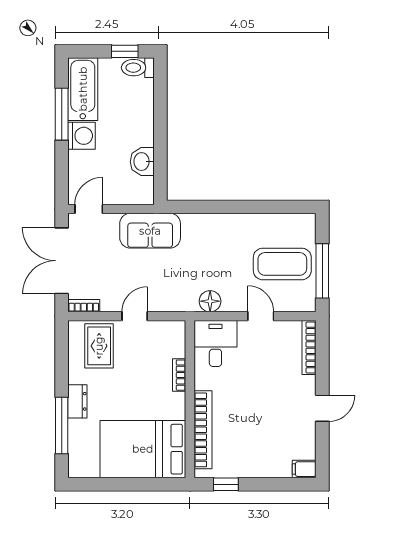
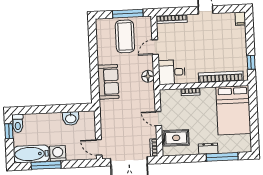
sofa: (150, 231) -> (108, 82), moved

